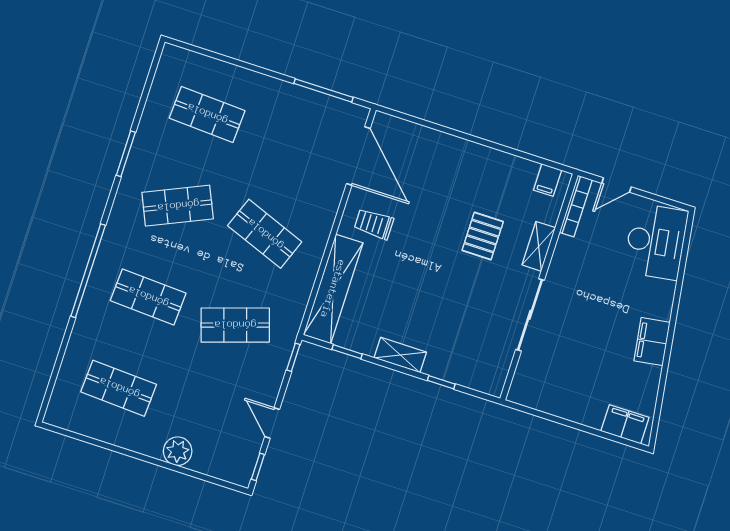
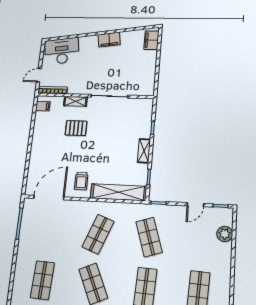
door: (616, 185) -> (39, 75), swing flipped
plant: (178, 451) -> (225, 234), moved

